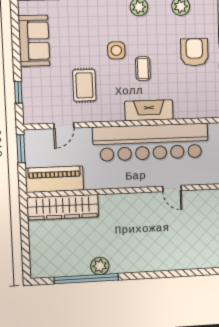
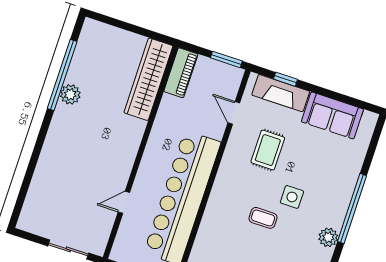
rug: (84, 85) -> (268, 150), turned 90
fireplace: (149, 110) -> (281, 93), moved, turned 90
piano: (54, 179) -> (181, 73), width x0.73, depth x0.75

